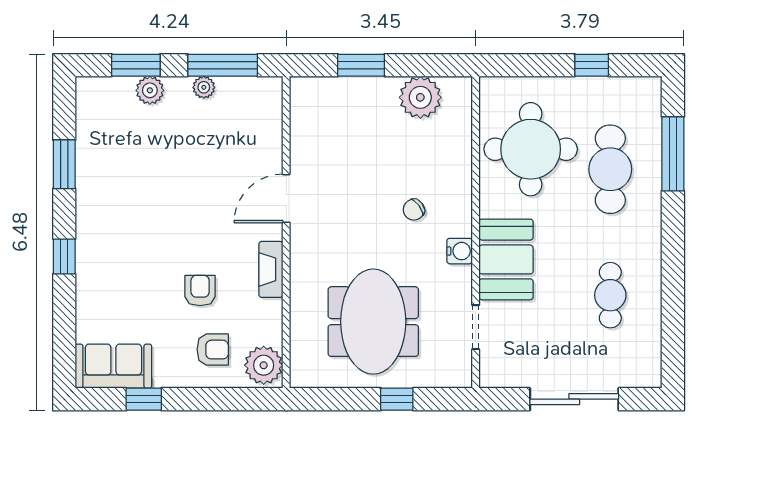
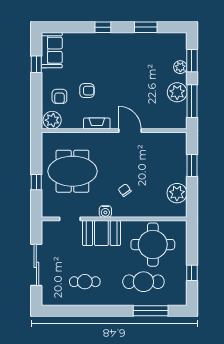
plant: (204, 87) -> (177, 92), width x1.88, depth x1.88

